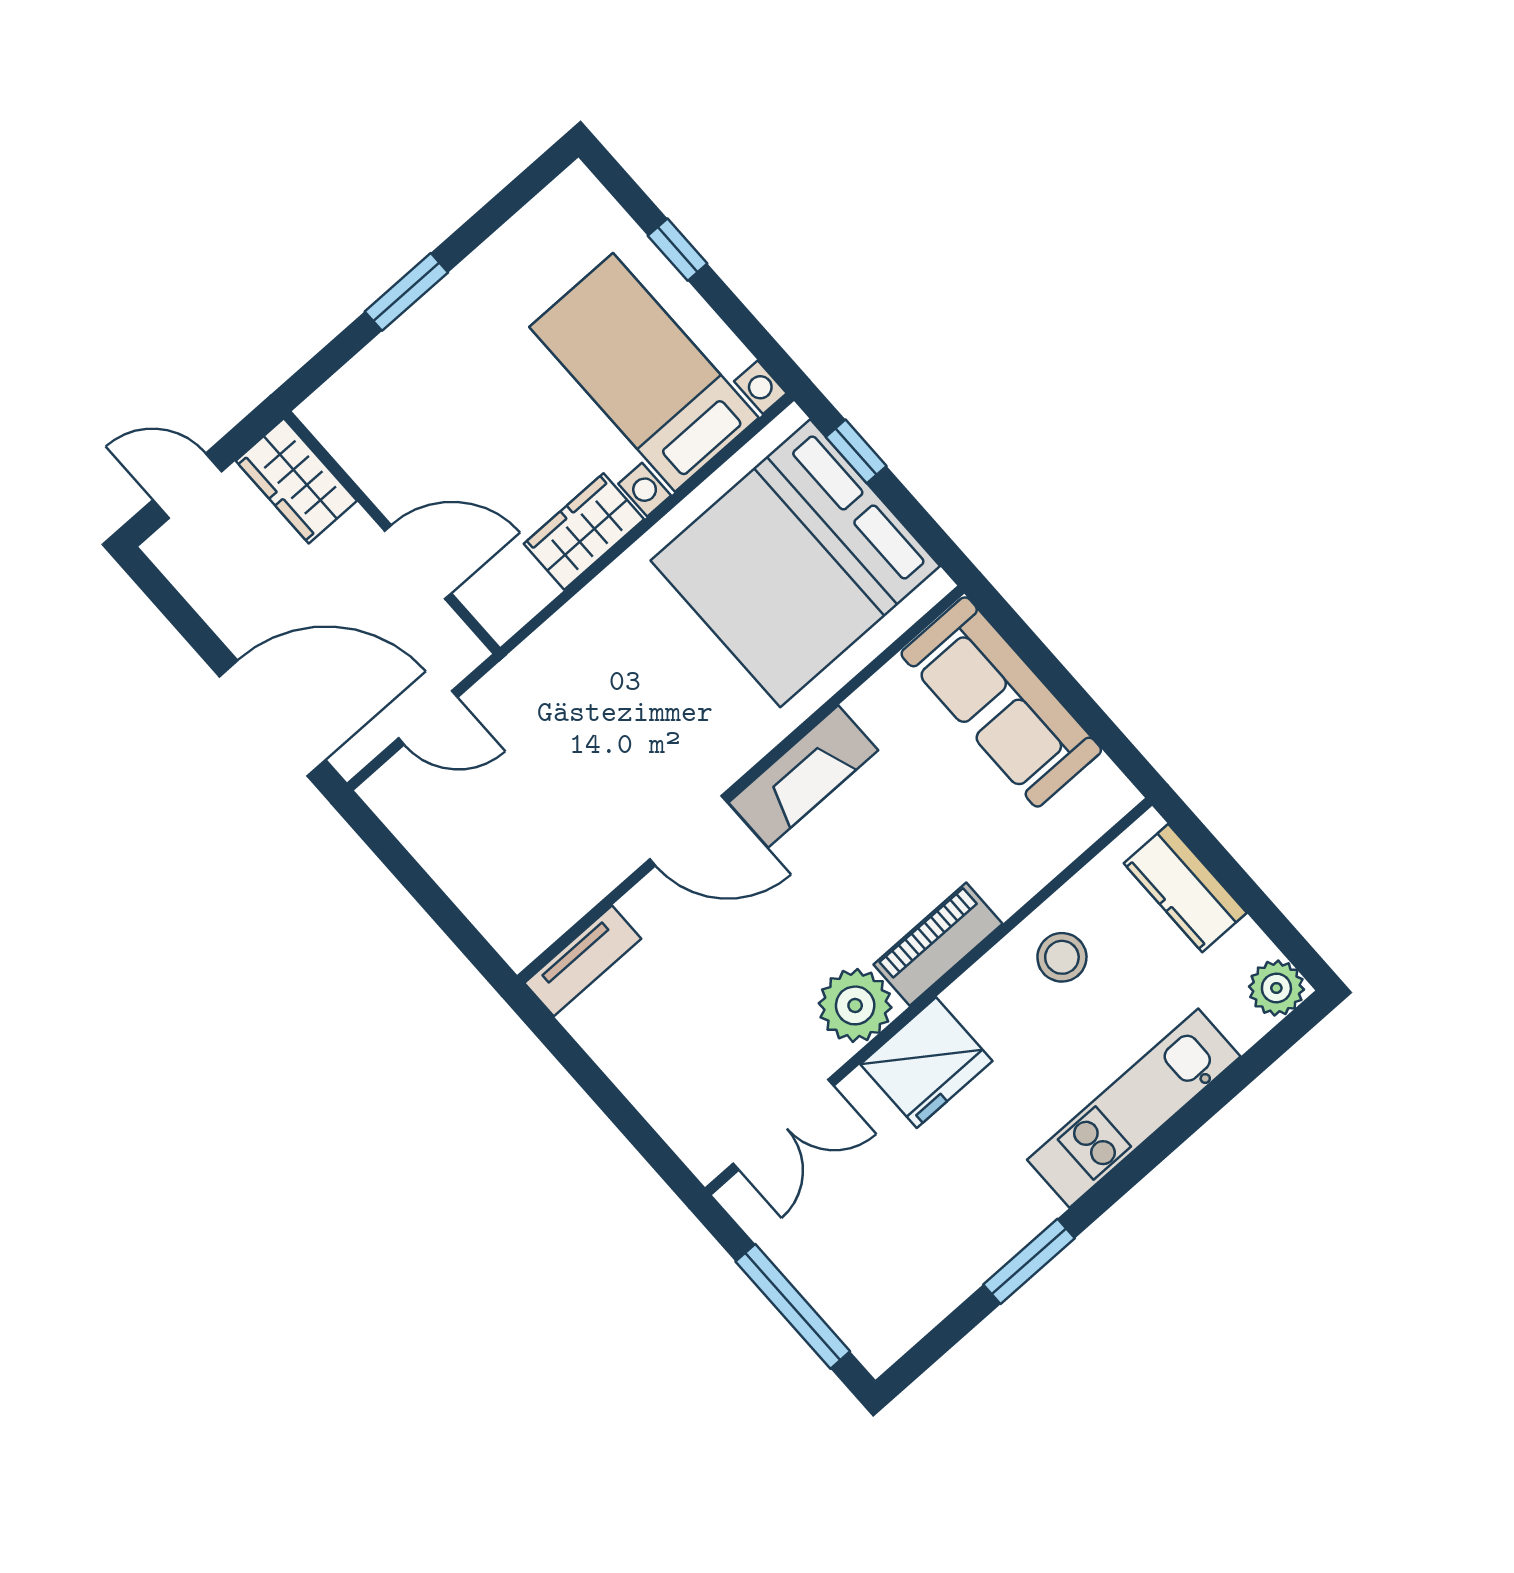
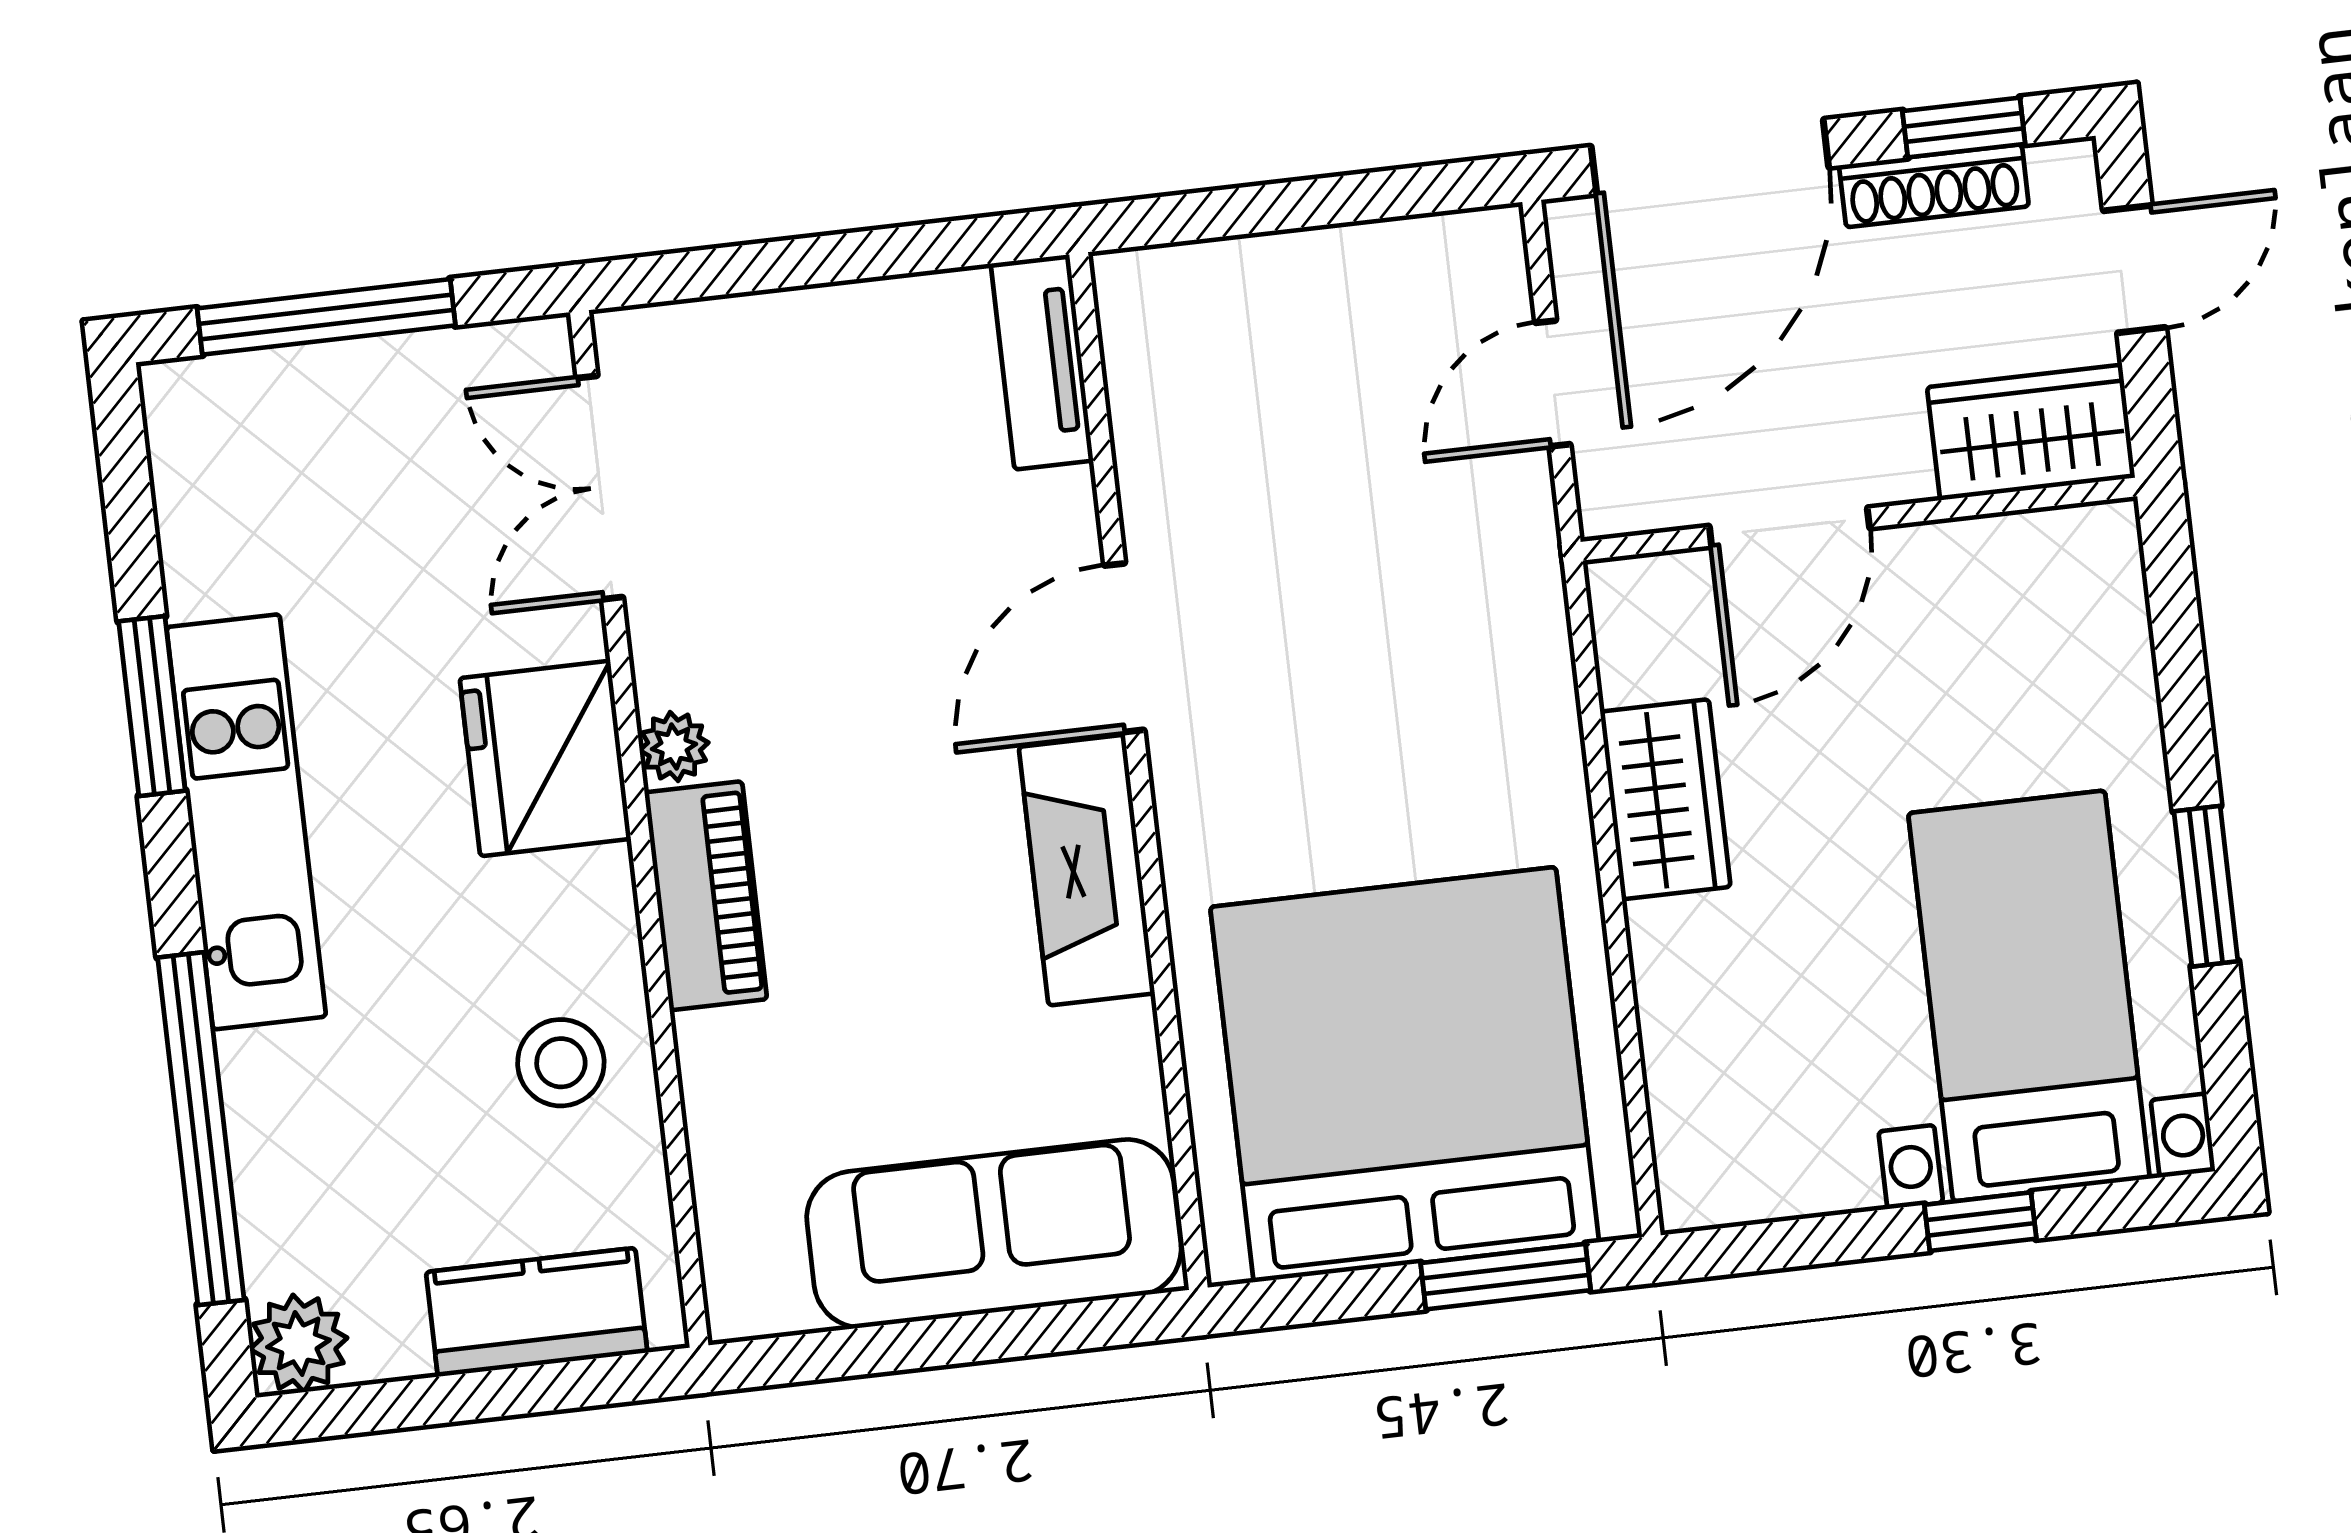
window: (406, 292) -> (2206, 886), moved
bed with nightstands: (644, 372) -> (2029, 996), moved, turned -90
window: (856, 451) -> (1506, 1277), width x1.50
shoe rack: (214, 605) -> (1934, 186), added
window: (177, 610) -> (1964, 127), added
plant: (855, 1005) -> (674, 747), width x0.53, depth x0.53
window: (1209, 1102) -> (201, 1129), added
kitchen unit: (1134, 1108) -> (246, 822), moved

